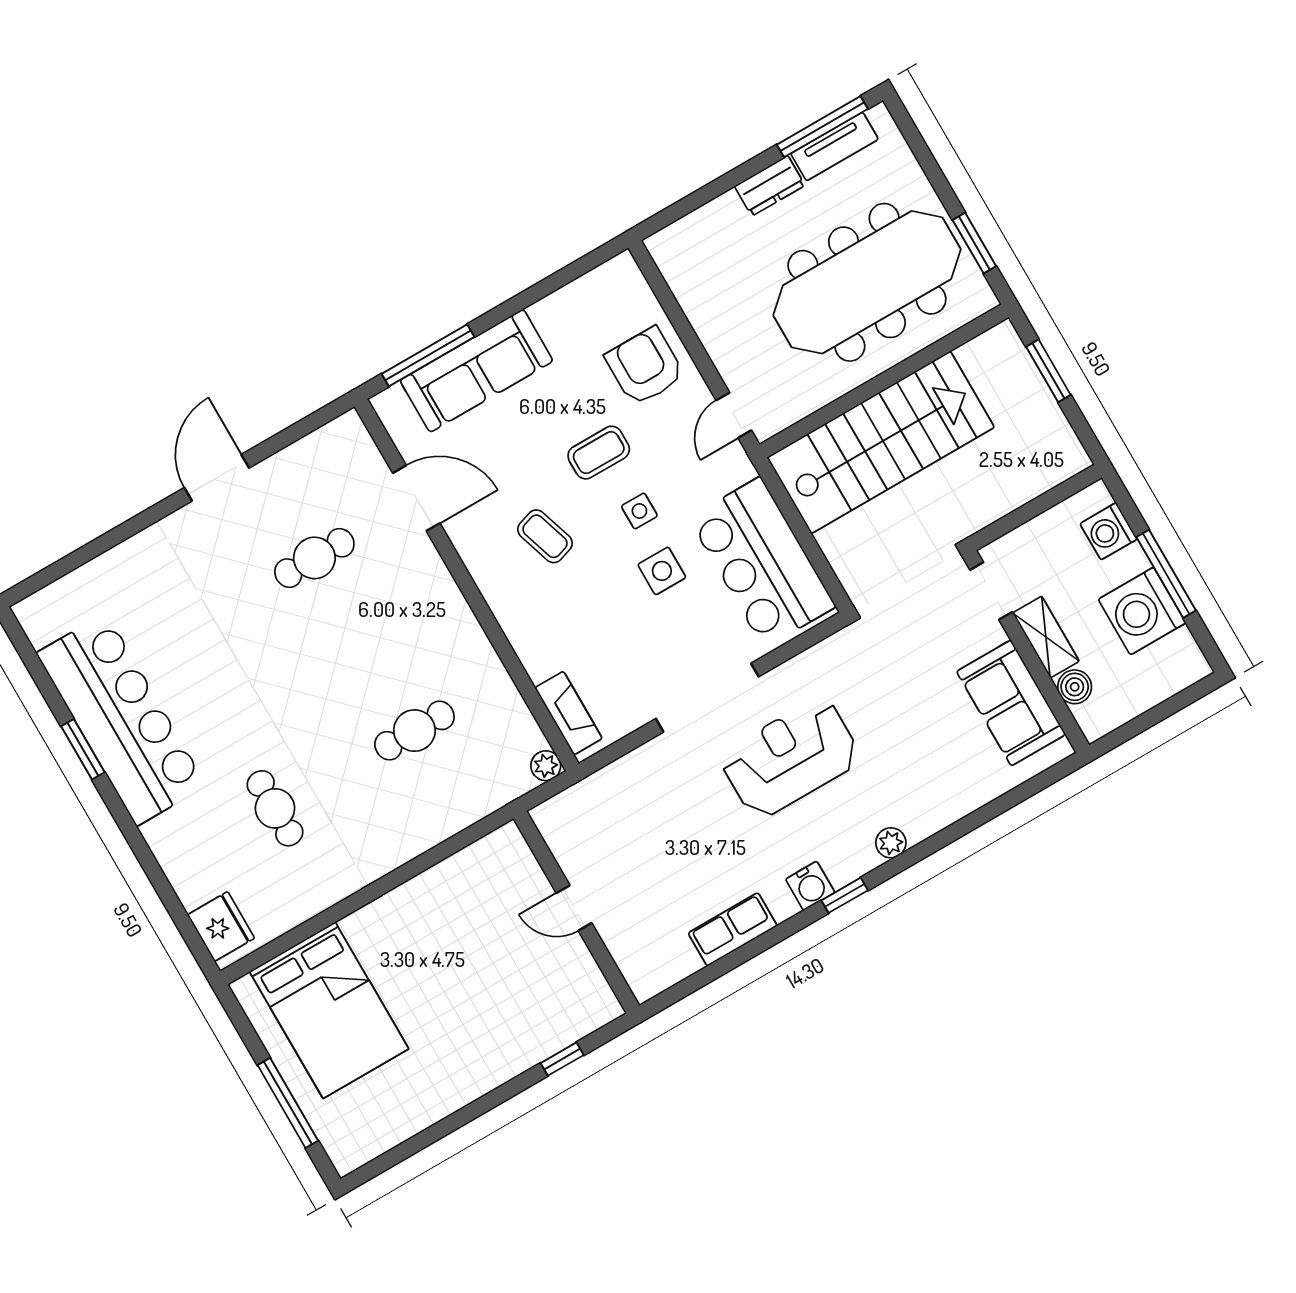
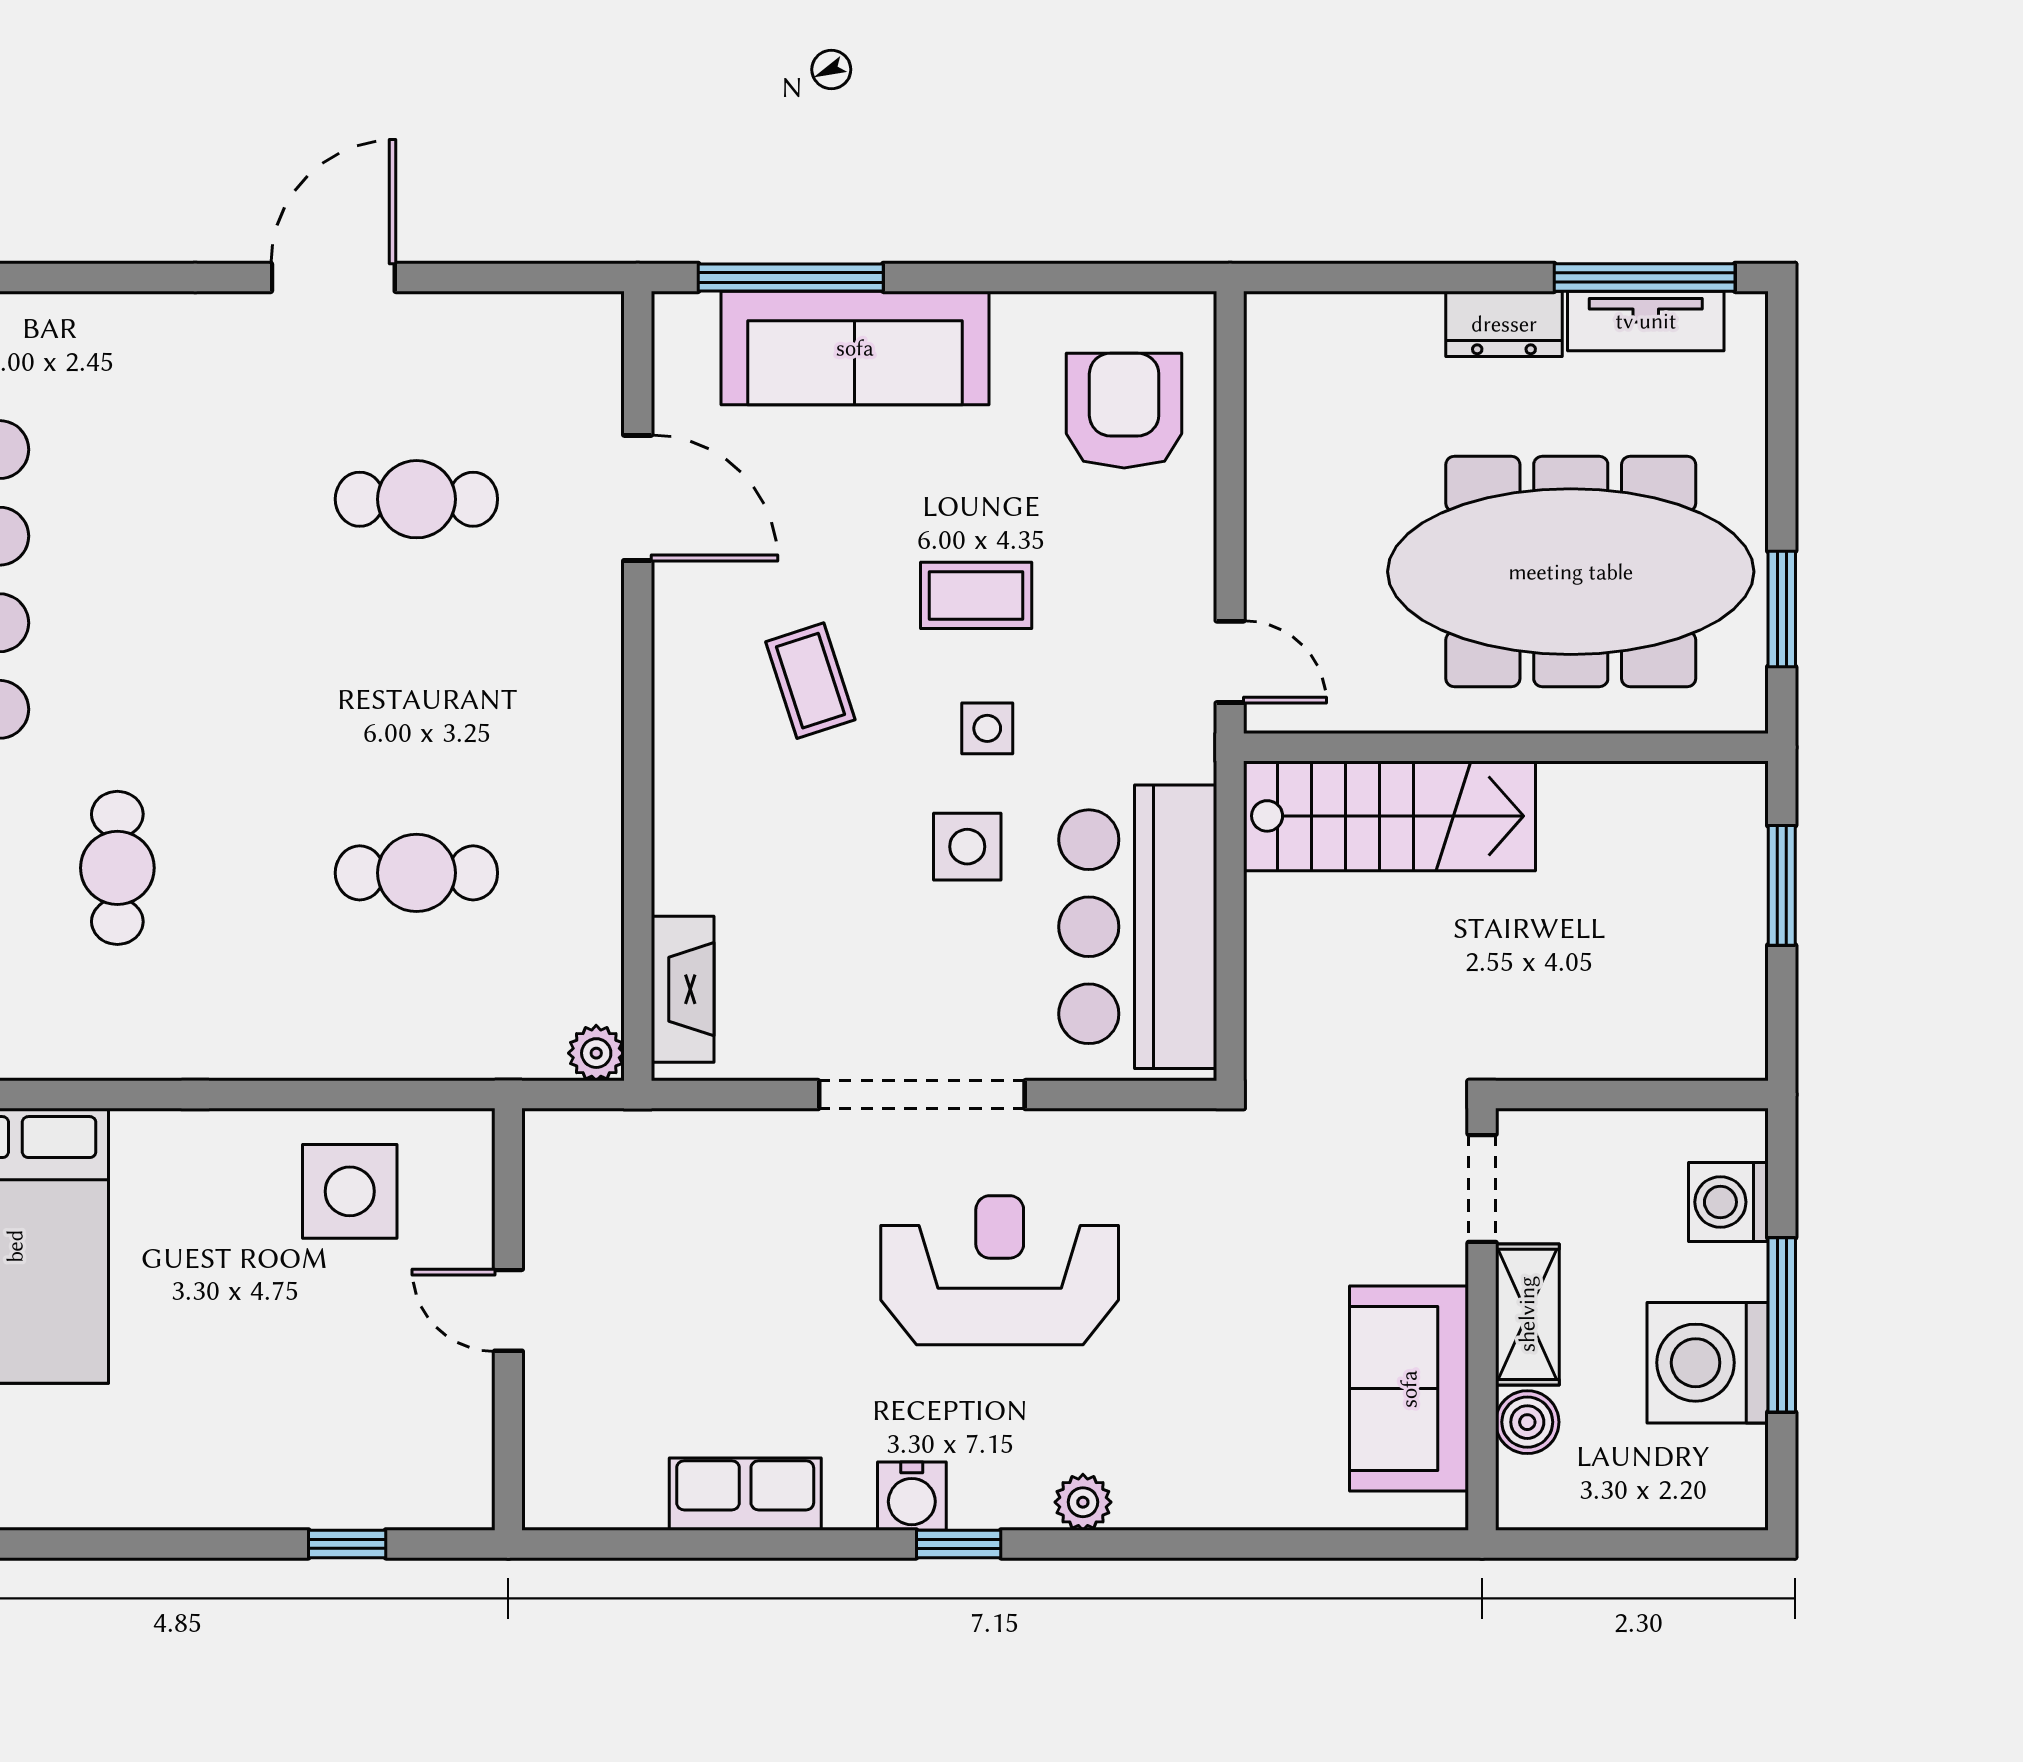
armchair: (645, 366) -> (1124, 411), moved
door: (734, 415) -> (1230, 662), swing flipped
stairs: (881, 442) -> (1390, 816), width x0.73, depth x0.66
side table: (469, 896) -> (350, 1191), added

